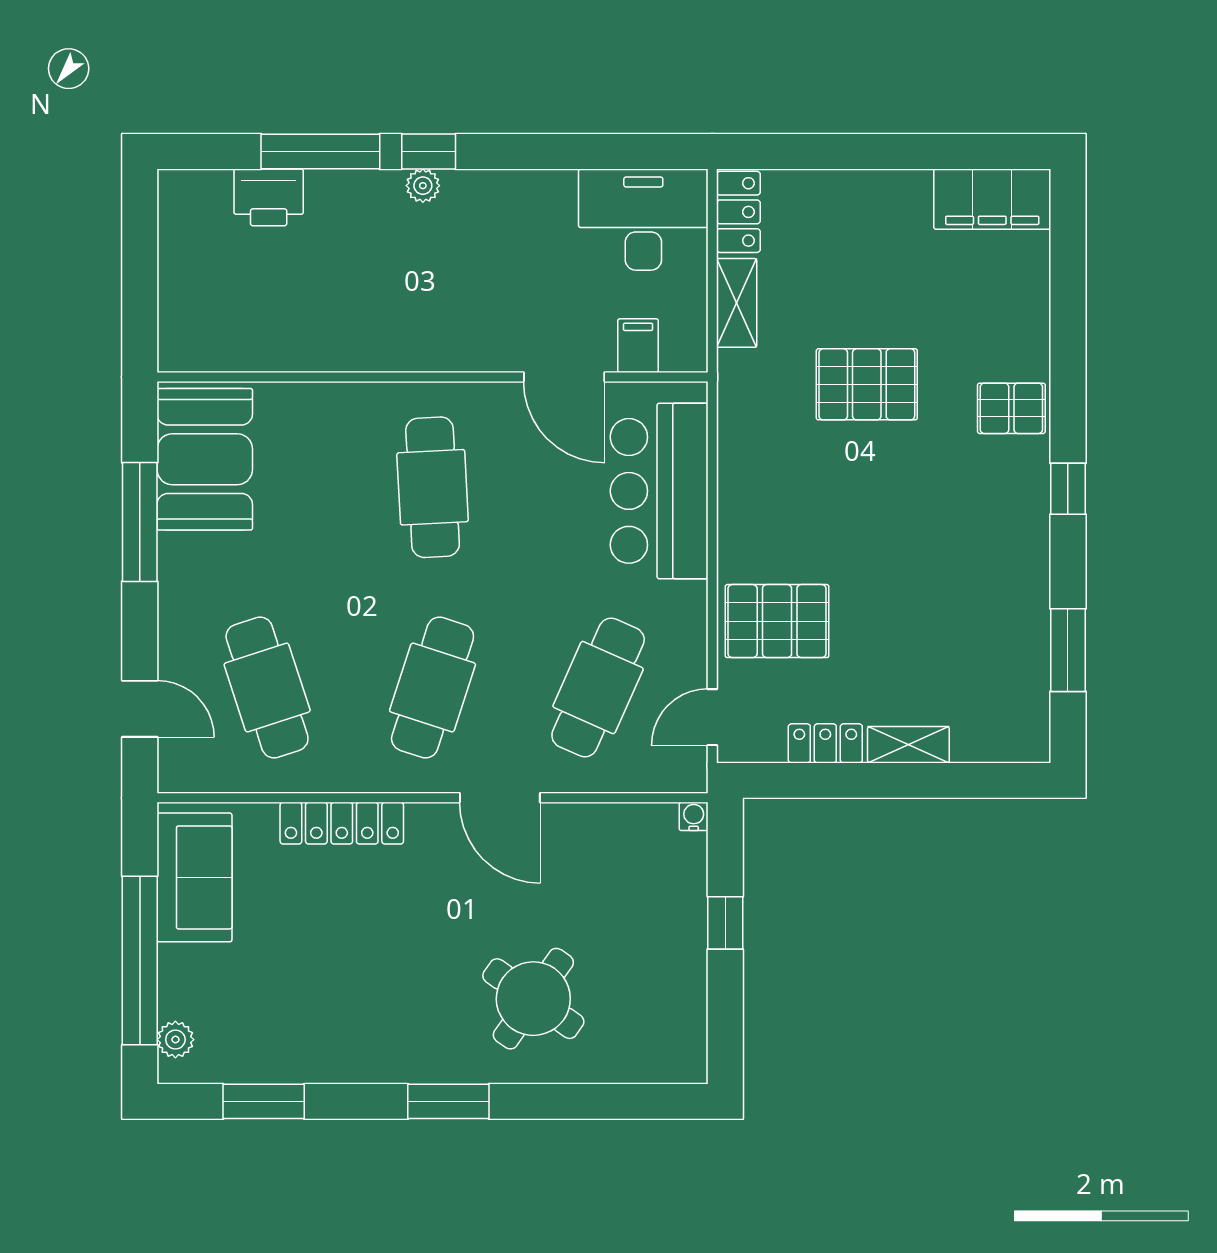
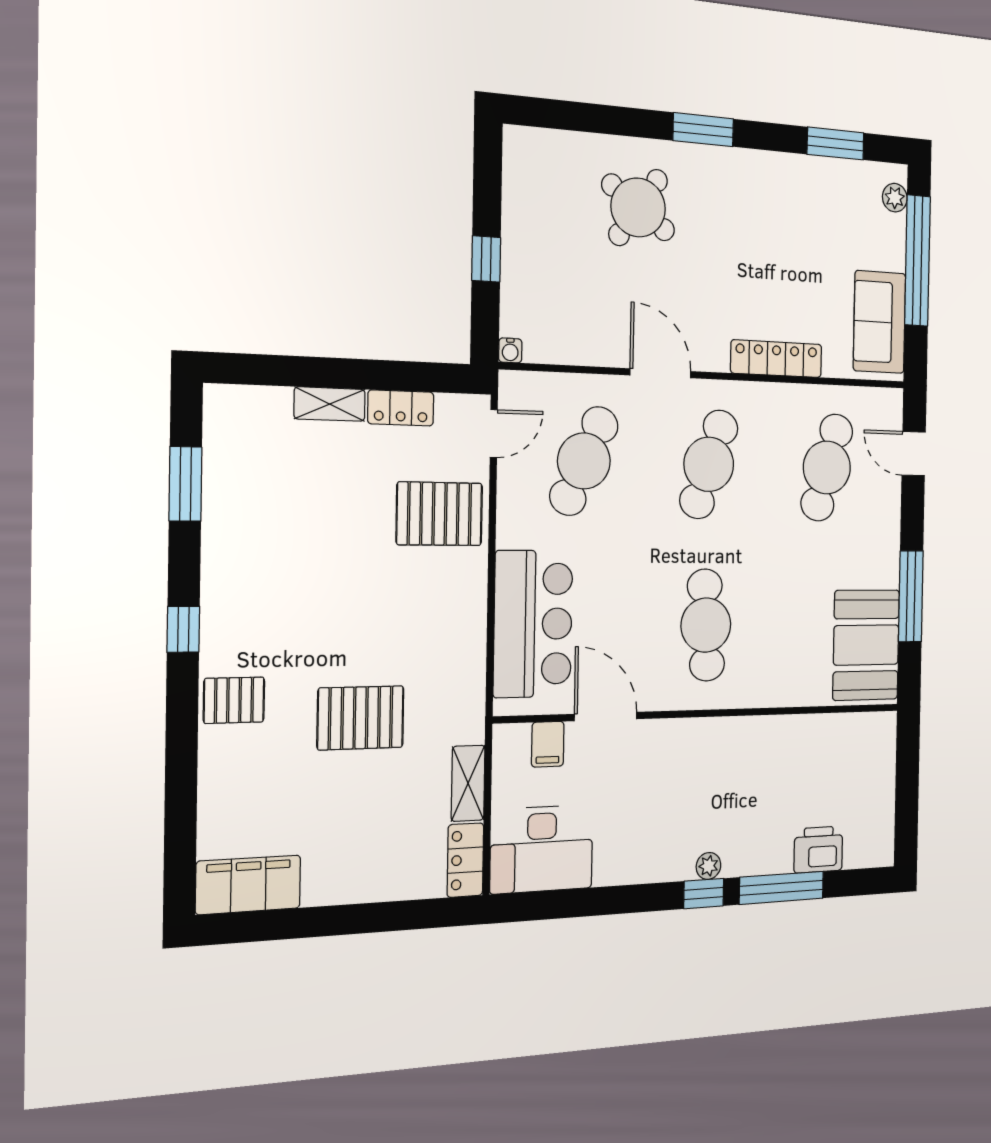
cafe table: (267, 688) -> (827, 467), turned 33

